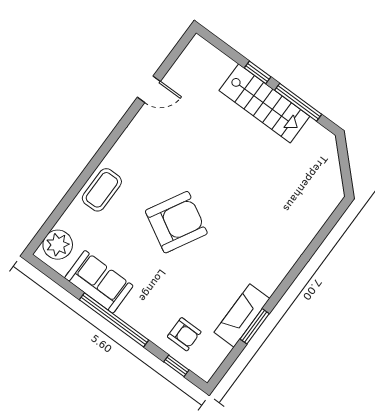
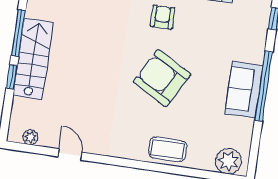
plant: (187, 59) -> (31, 137), added
sofa: (99, 282) -> (244, 90), moved
armchair: (184, 334) -> (162, 17), moved

